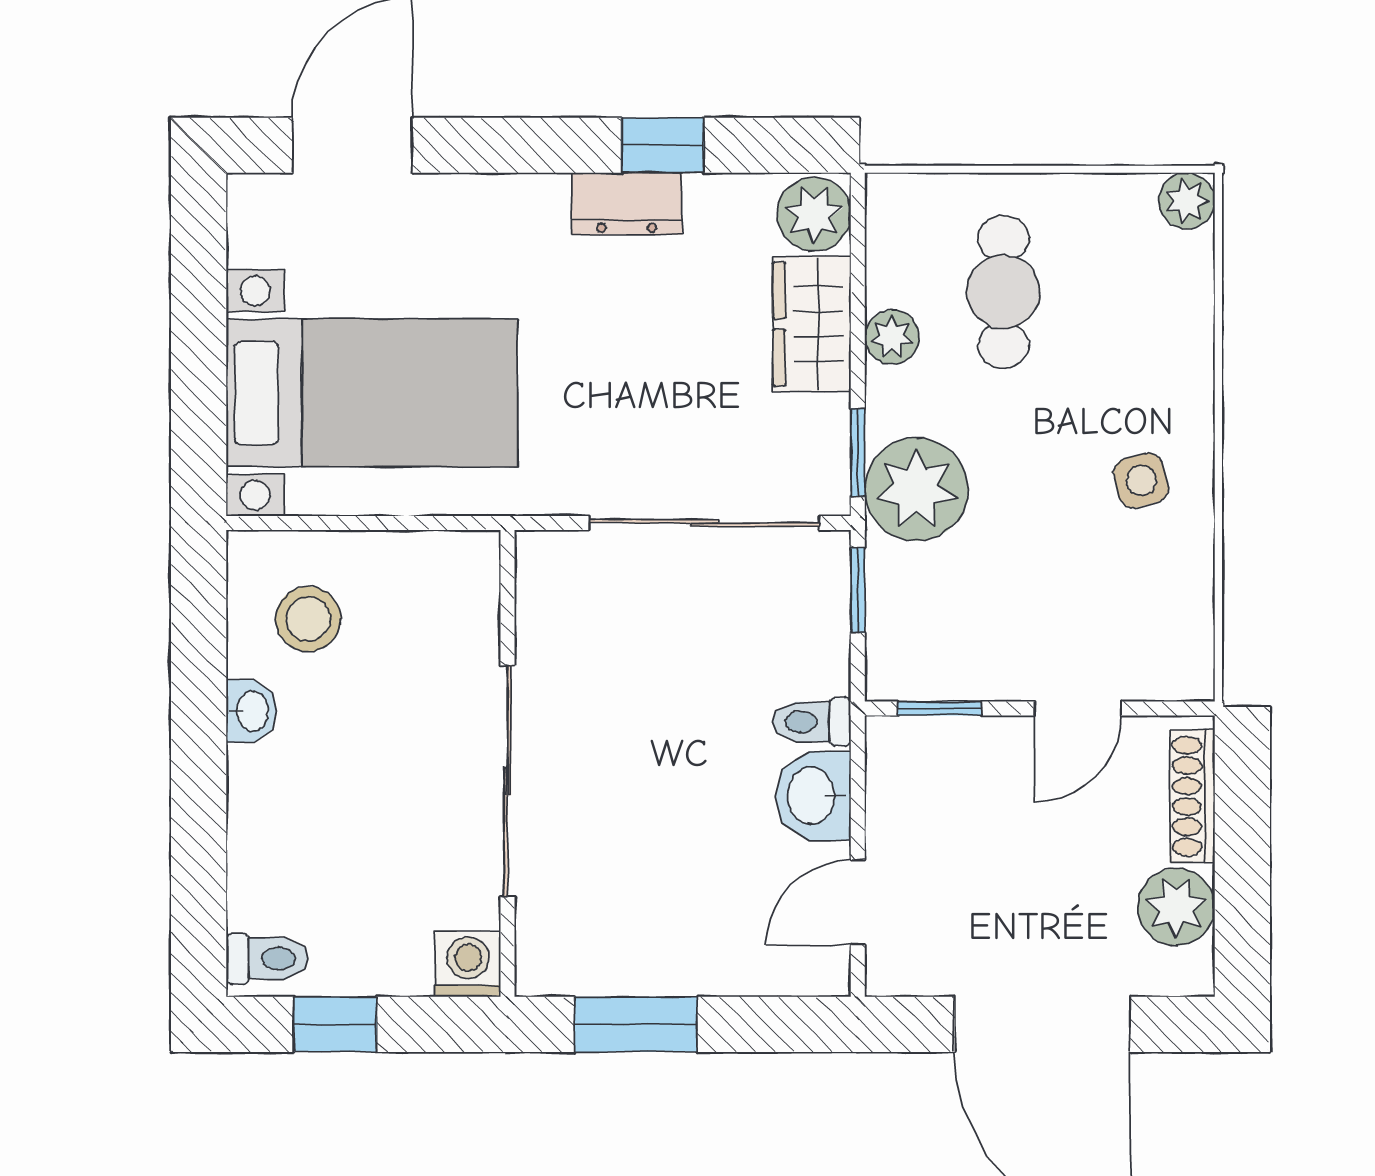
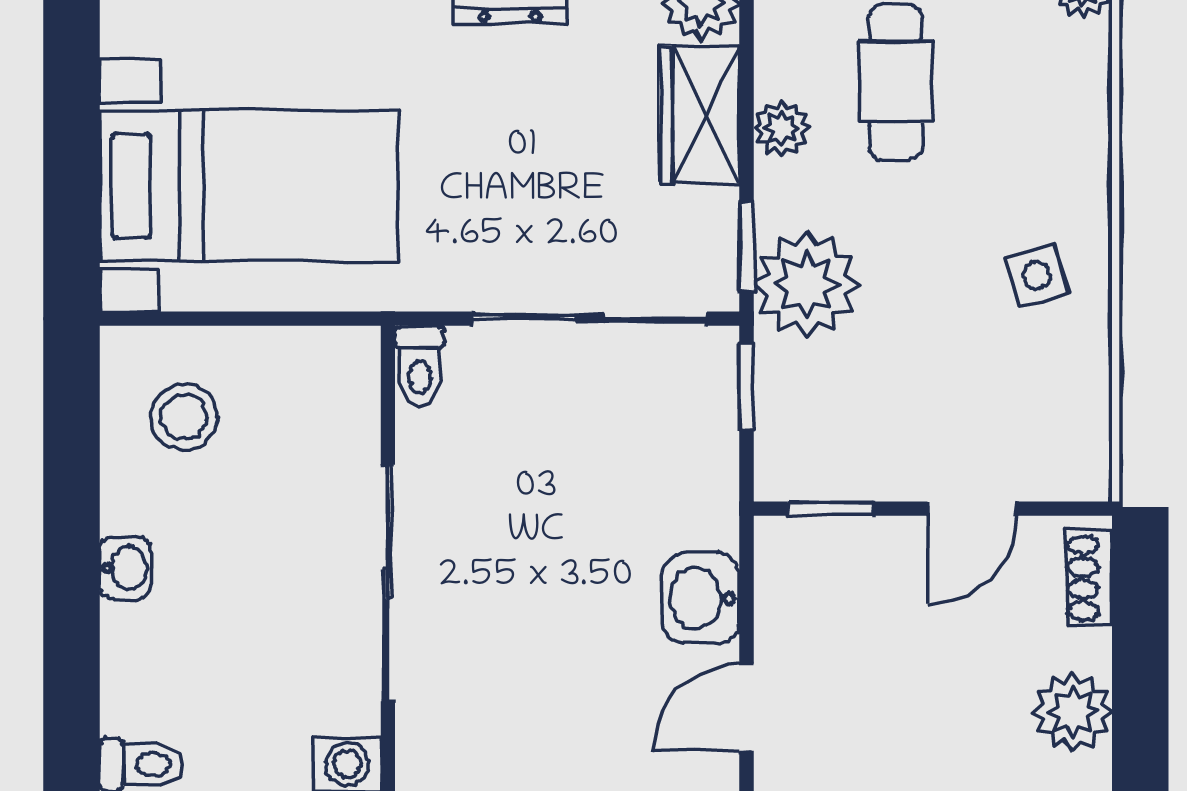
washbasin: (251, 711) -> (125, 568), moved
toilet: (812, 722) -> (420, 366), moved, turned -90
shoe rack: (1192, 796) -> (1089, 578), width x0.70

